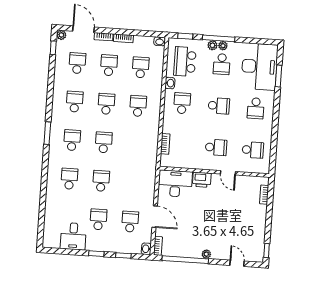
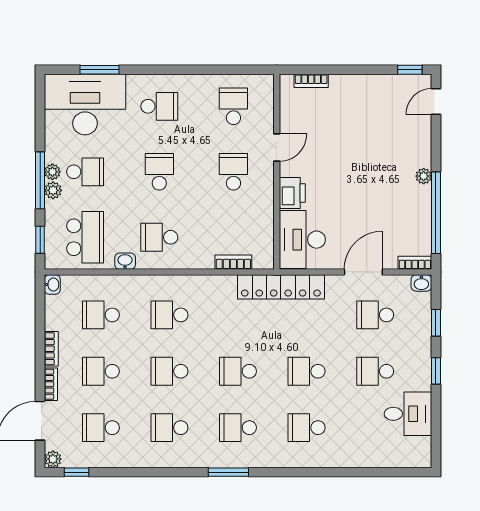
school desk: (185, 62) -> (85, 237), turned -90
locker: (149, 170) -> (281, 287), added
door: (237, 263) -> (436, 102), moved

